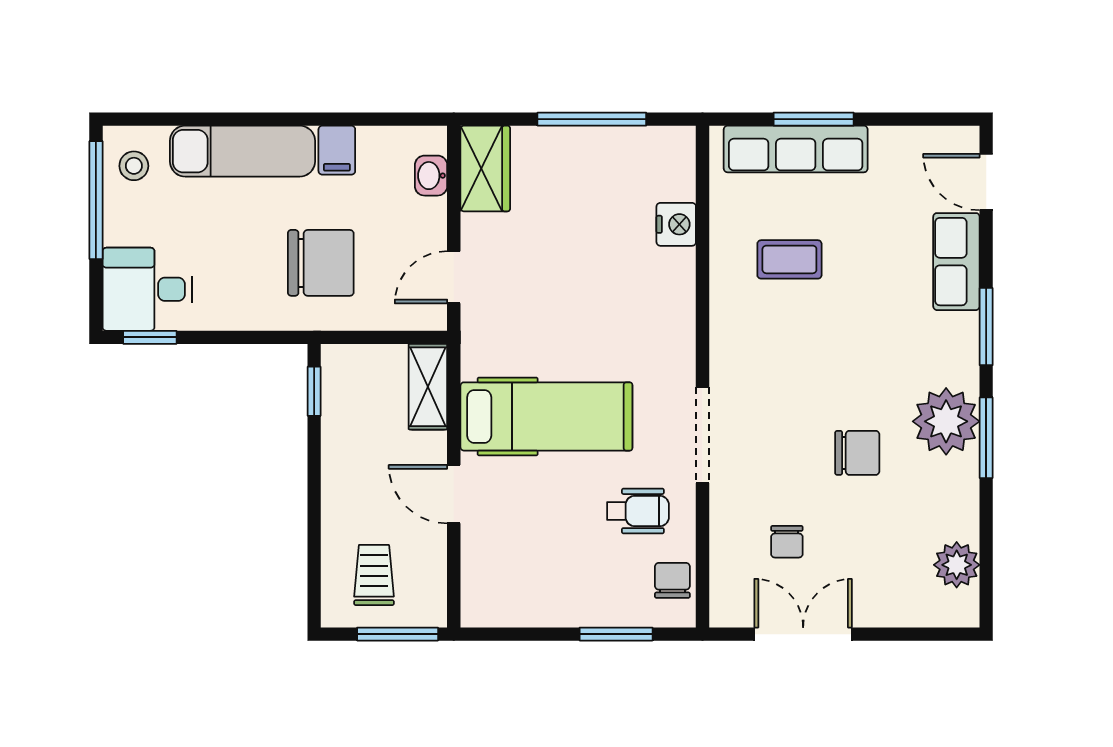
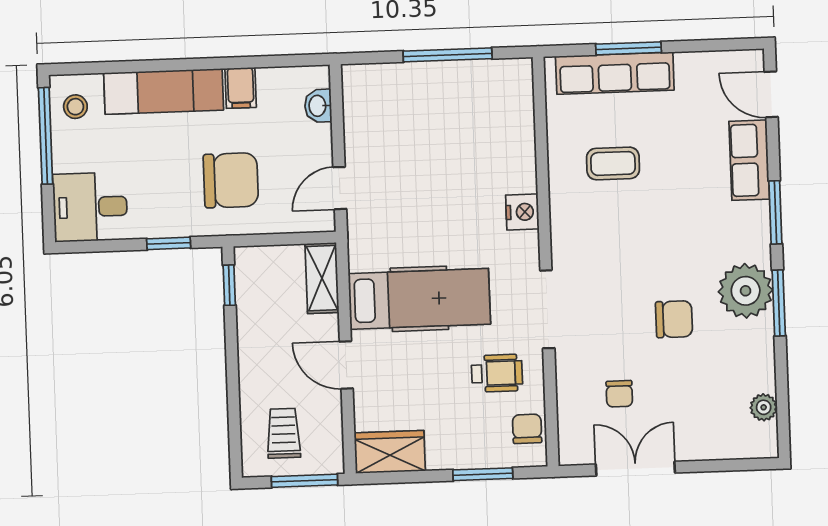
wardrobe: (485, 169) -> (390, 452), moved, turned -90
nightstand: (676, 224) -> (522, 212), moved
window: (150, 337) -> (169, 243), moved
plant: (957, 565) -> (764, 407), width x0.73, depth x0.73

